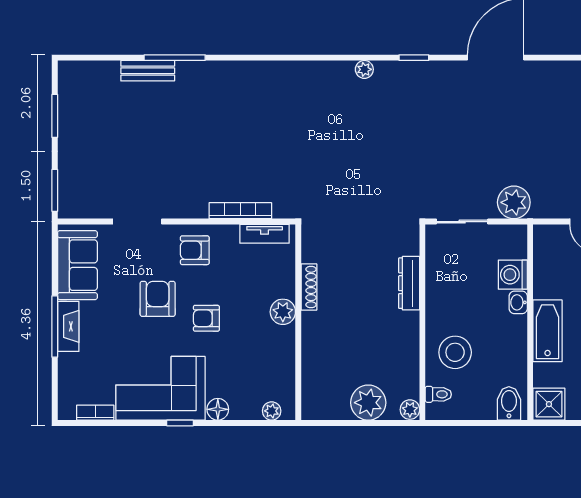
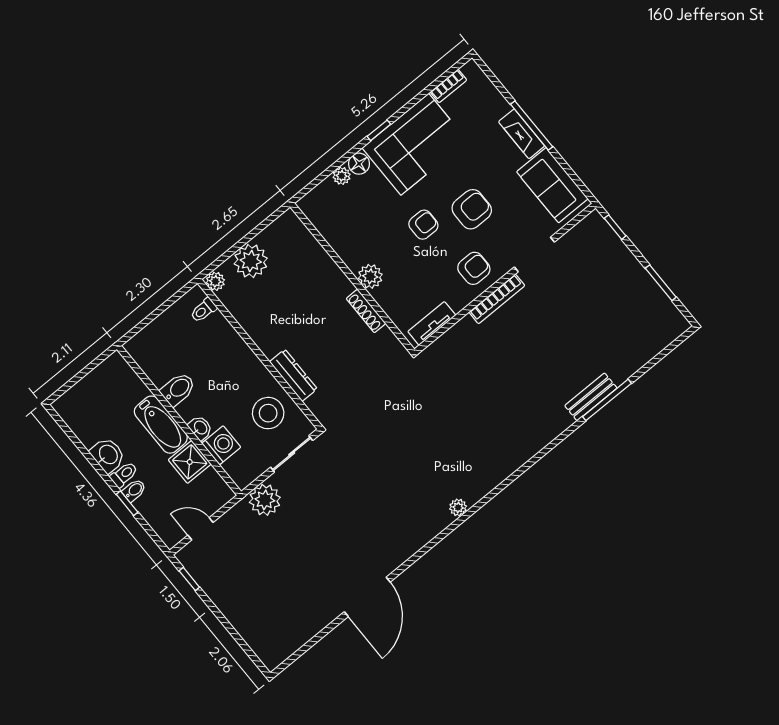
window: (414, 58) -> (428, 547), removed
bench: (148, 71) -> (591, 397), moved
window: (55, 190) -> (615, 227), width x0.67
bookcase: (240, 211) -> (497, 299), moved
armchair: (158, 299) -> (472, 209), turned -90
stool: (455, 352) -> (268, 413), moved
bidet: (509, 403) -> (178, 389), moved, turned -90
shower: (549, 404) -> (190, 462), moved
plant: (272, 411) -> (342, 176), moved

